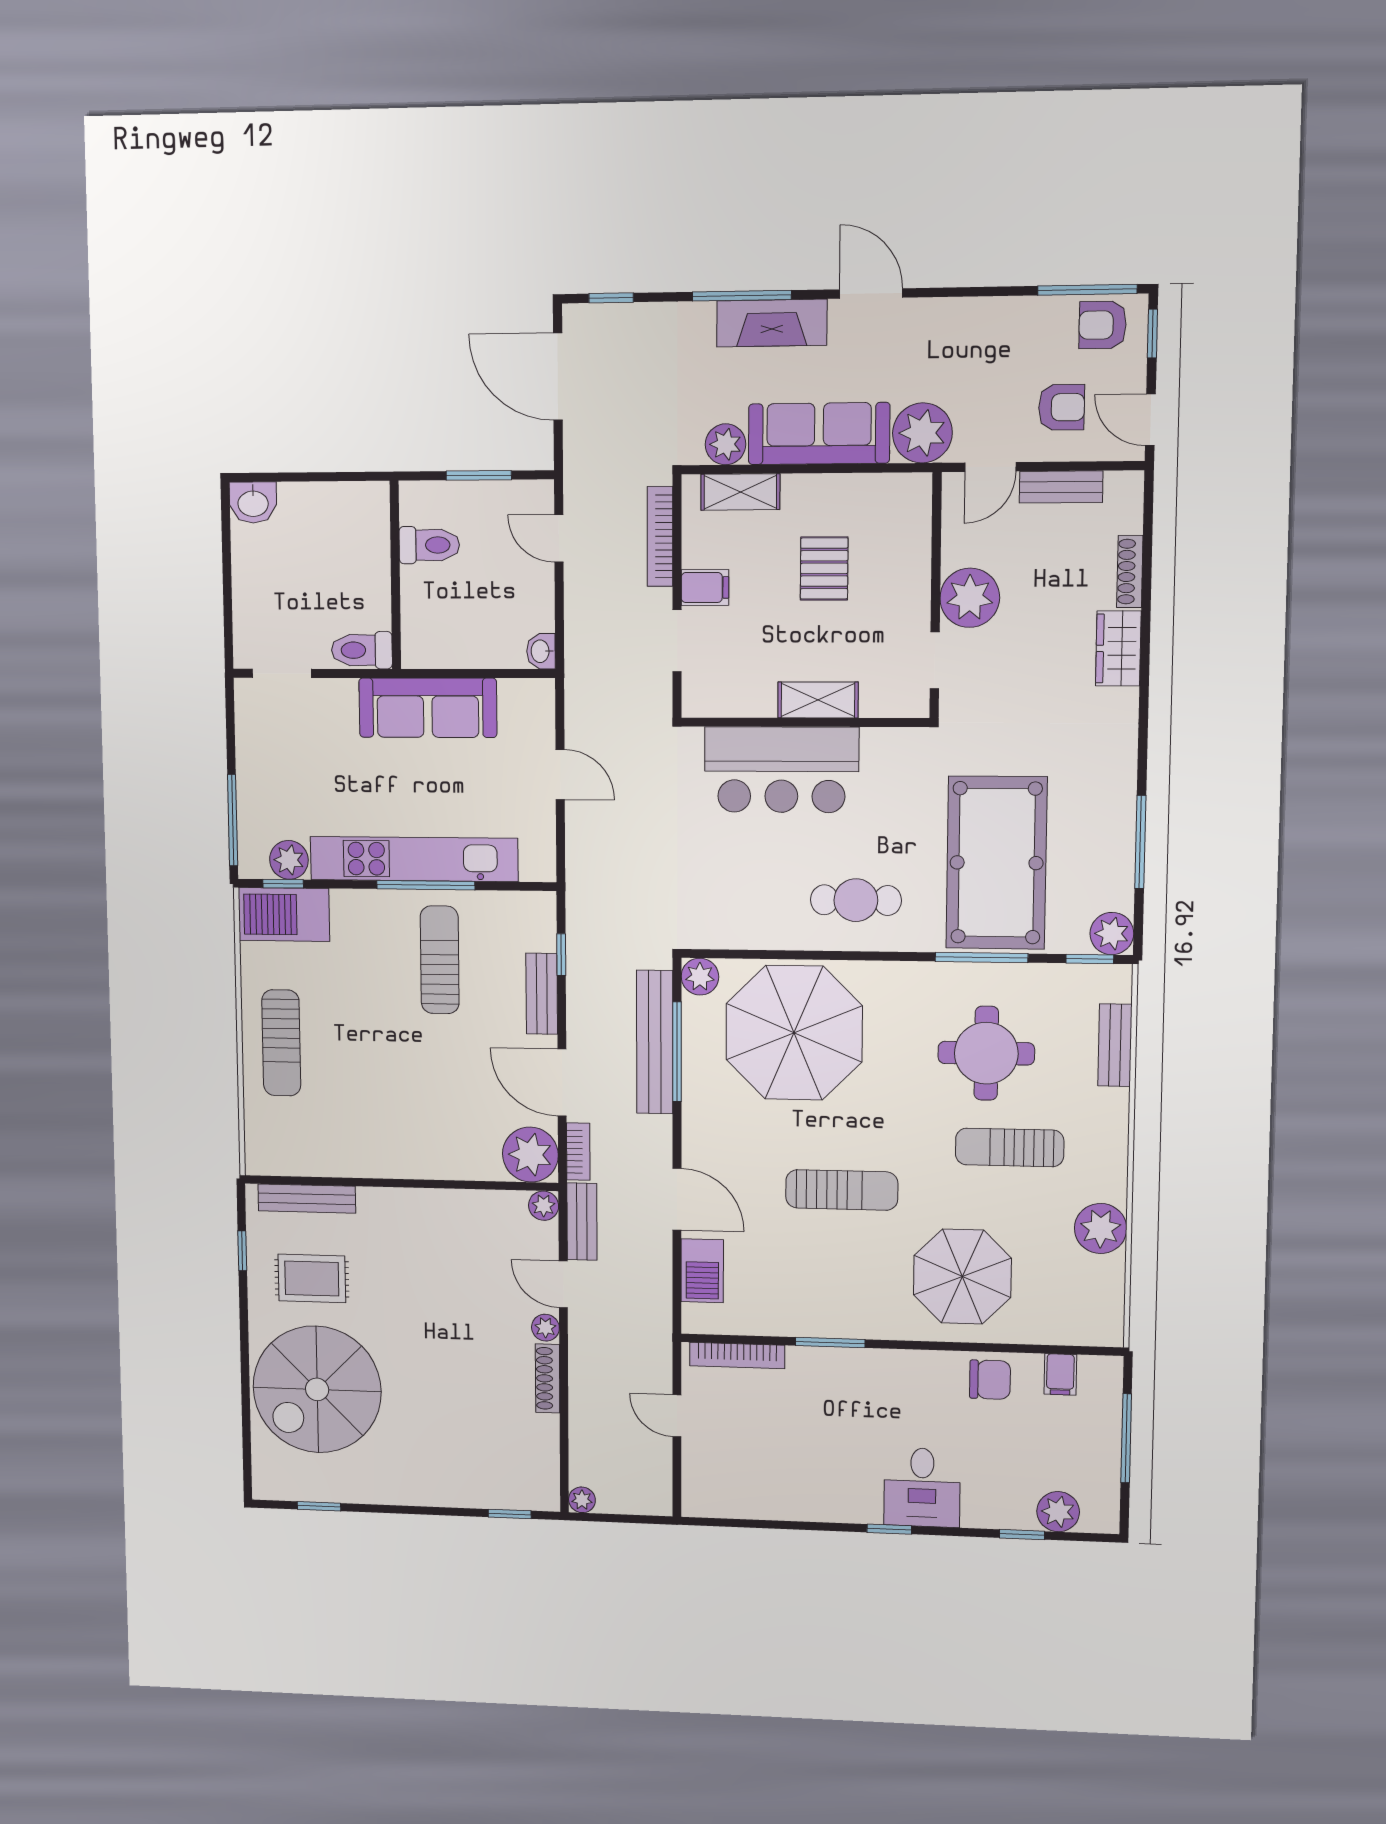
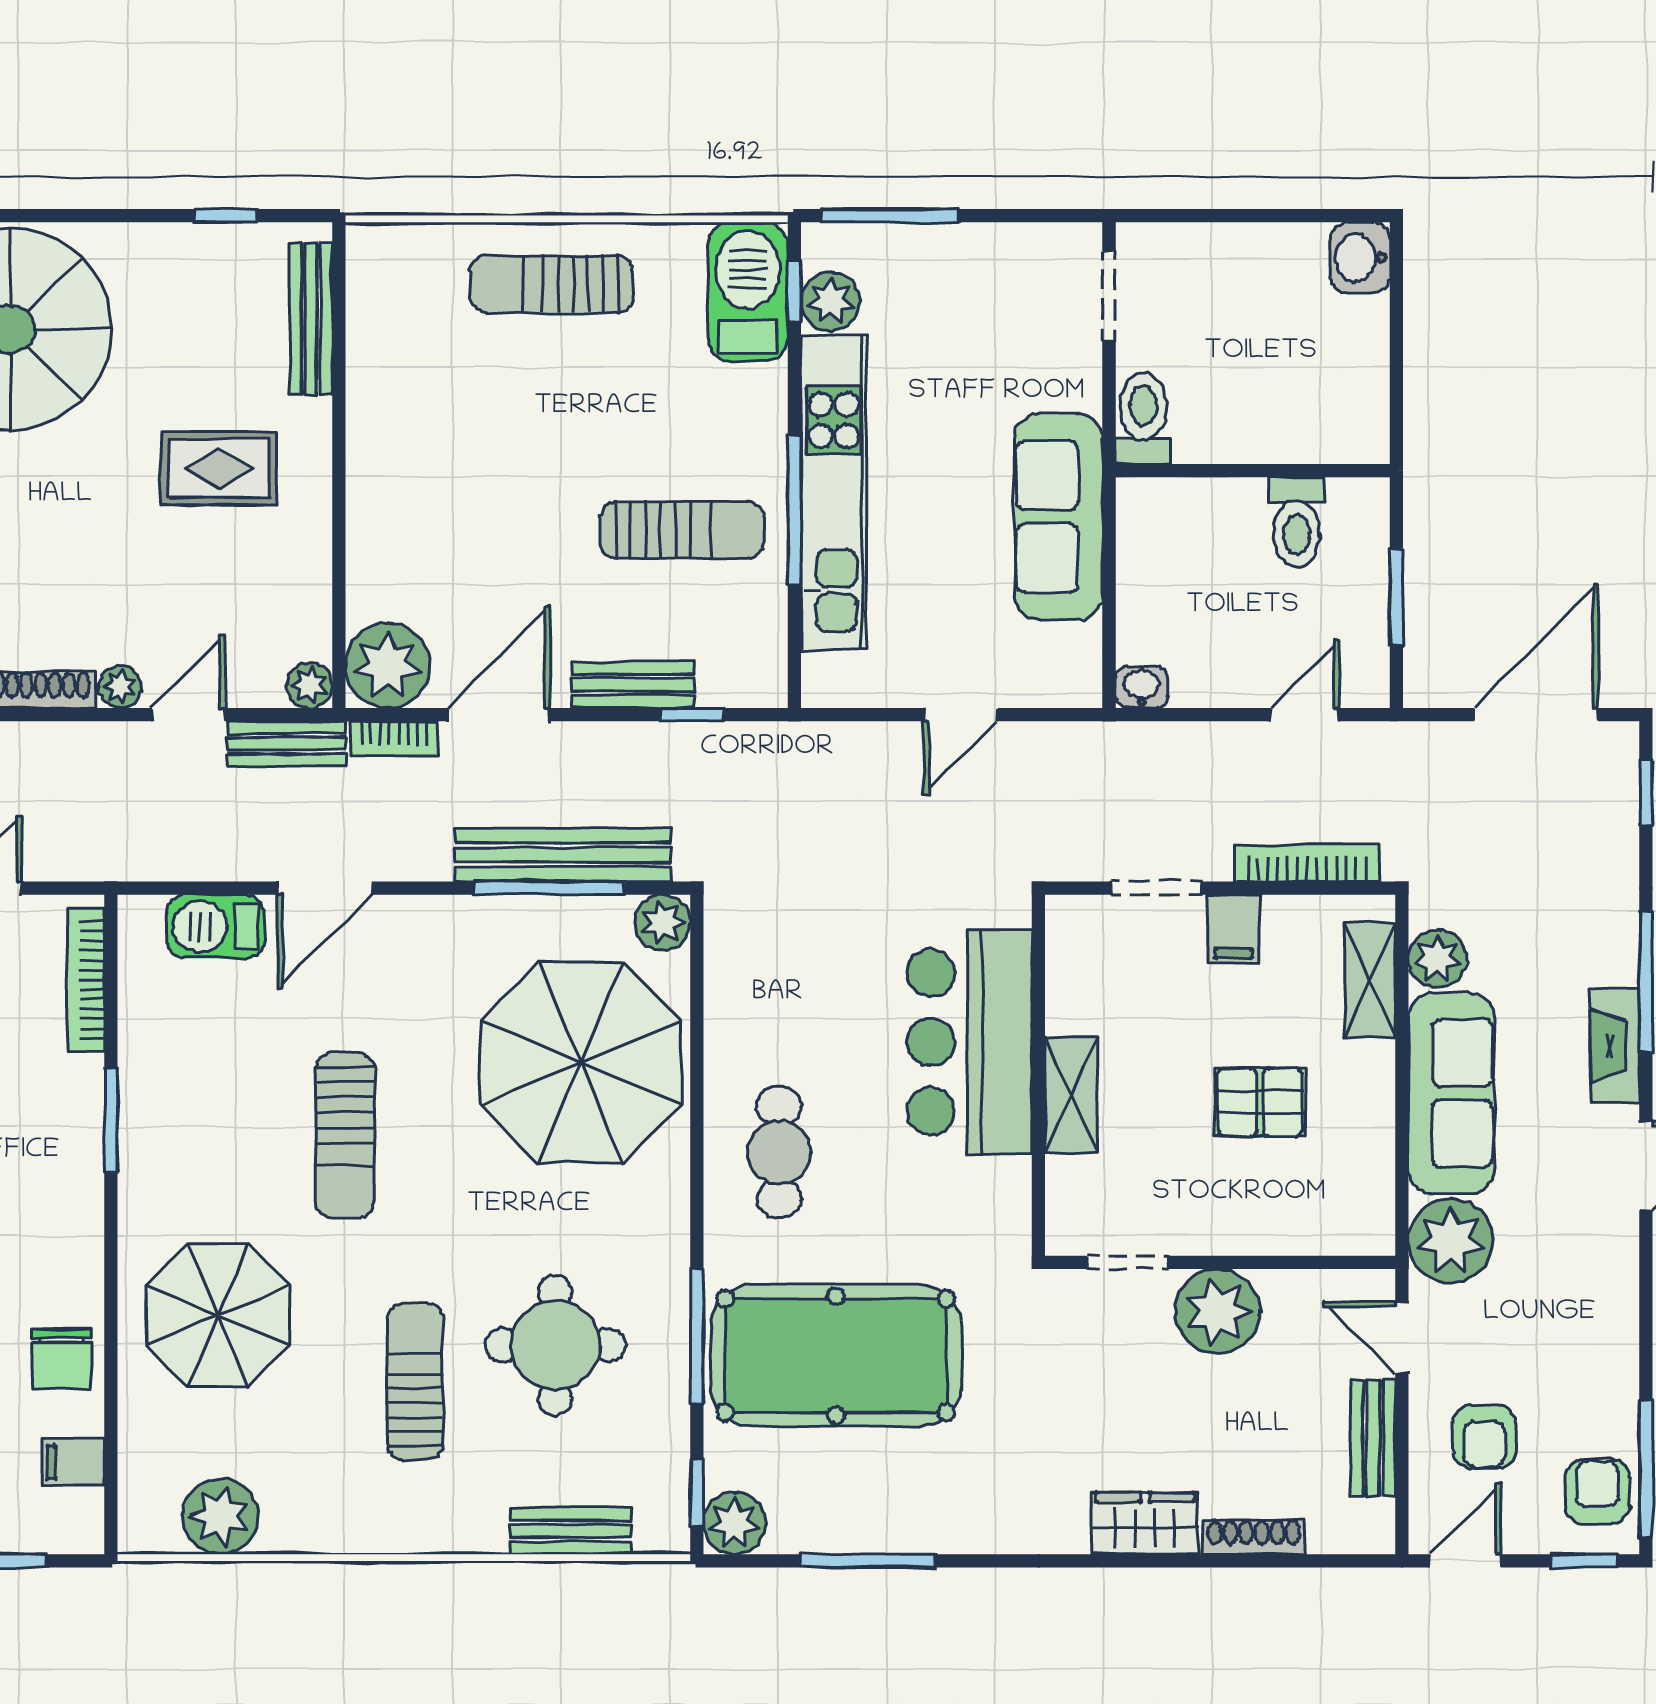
fireplace: (772, 323) -> (1615, 1046), width x0.73, depth x0.76
plant: (1101, 1229) -> (220, 1516), moved
rug: (312, 1278) -> (219, 468), moved, turned 90

